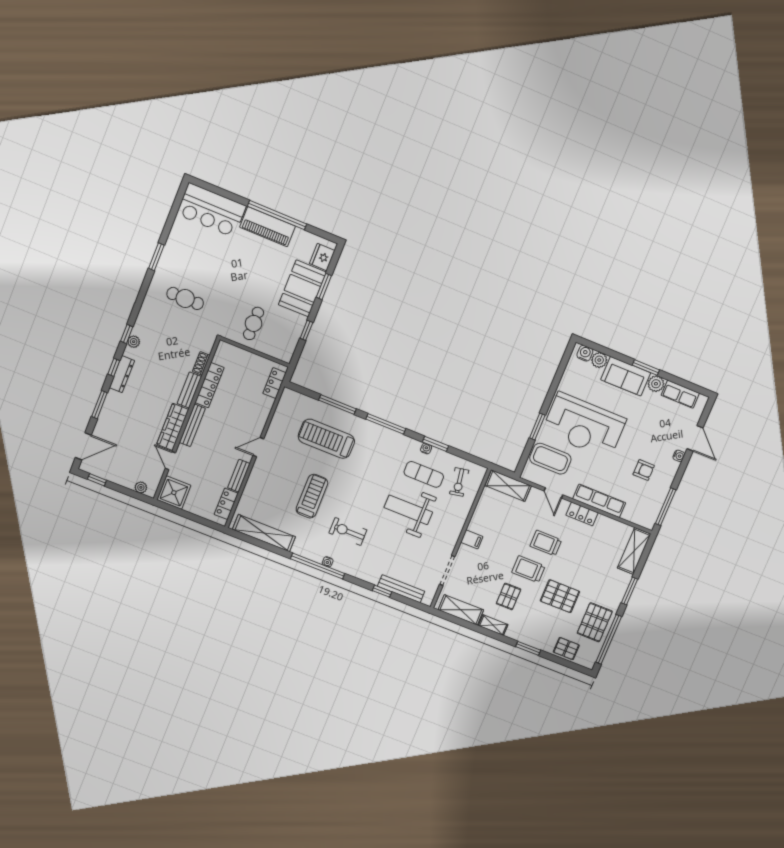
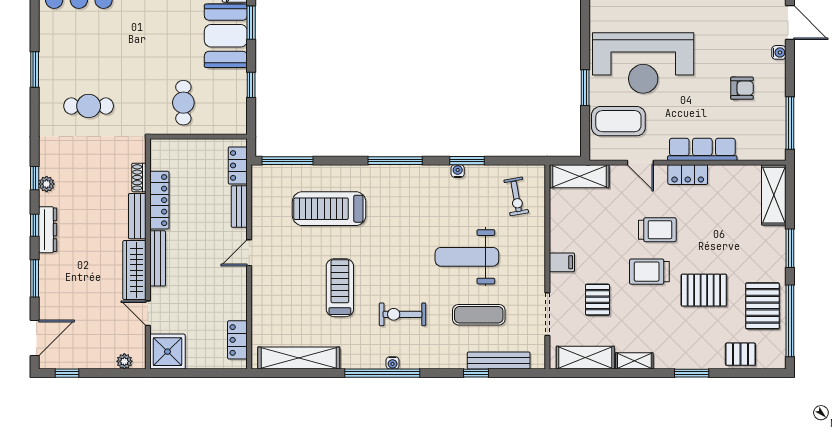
window: (337, 404) -> (288, 161), moved
exercise mat: (424, 474) -> (479, 315), moved
bench: (239, 476) -> (239, 207), moved
trolley: (546, 543) -> (657, 230), turned 180
pallet: (509, 596) -> (597, 300), moved

